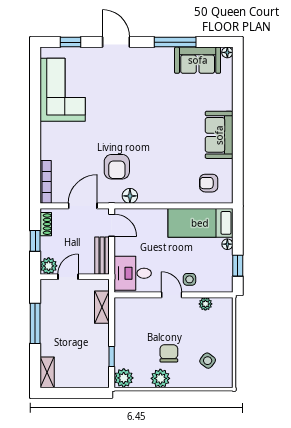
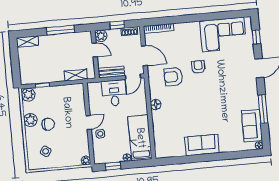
armchair: (209, 183) -> (198, 67), moved
floor lamp: (130, 196) -> (156, 105), moved
desk: (133, 273) -> (114, 93), moved
plant: (205, 304) -> (86, 161), moved

